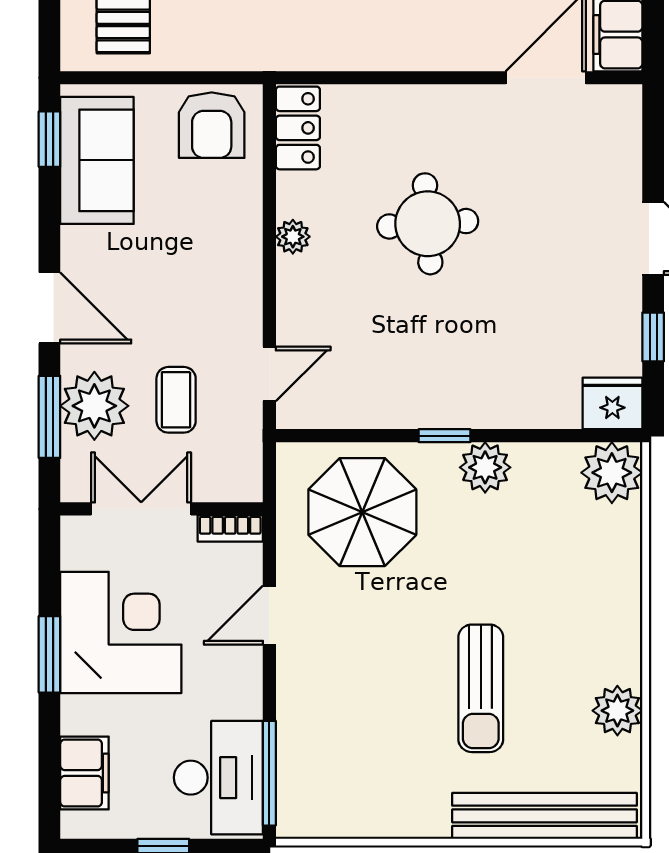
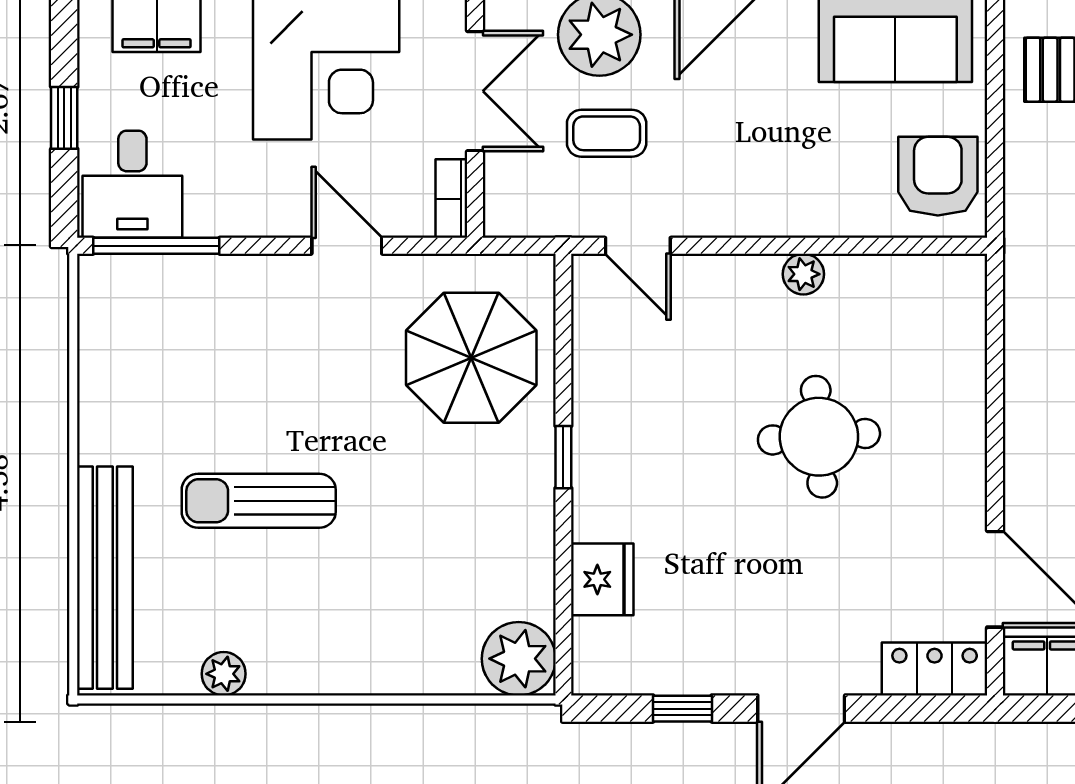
armchair: (212, 125) -> (938, 176), turned 90
locker: (298, 128) -> (935, 669), moved, turned 180
fridge: (612, 403) -> (602, 579), moved
plant: (485, 467) -> (525, 506), removed
plant: (617, 711) -> (224, 674), width x0.73, depth x0.73
desk: (218, 778) -> (132, 184), width x0.73

